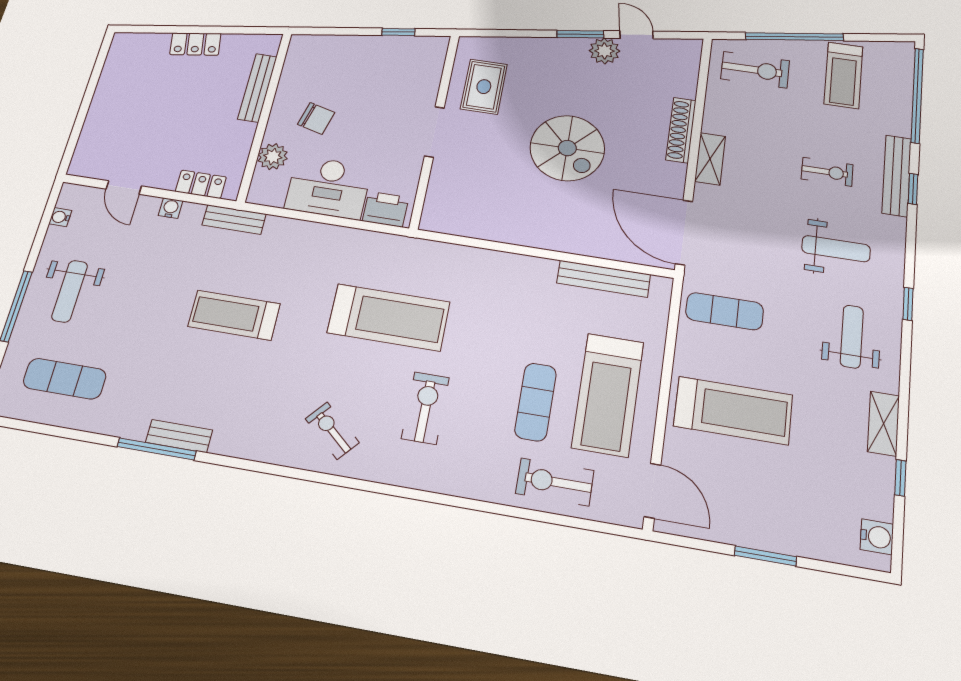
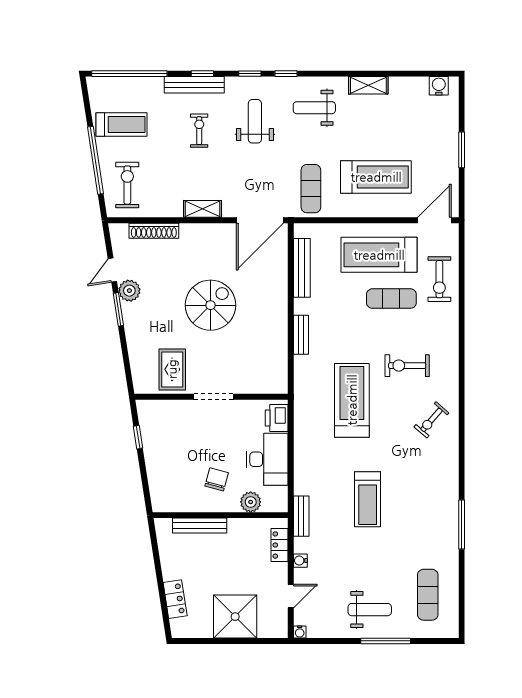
locker: (195, 44) -> (175, 599), moved
rug: (484, 87) -> (172, 369), turned 90
shower: (118, 113) -> (235, 617), added
shoe rack: (681, 130) -> (154, 231), moved
water cooler: (60, 217) -> (300, 632), moved
treadmill: (608, 395) -> (379, 255), turned 180
treadmill: (733, 410) -> (376, 177), turned 90
bench: (179, 436) -> (301, 335), moved
window: (900, 478) -> (250, 74), moved

